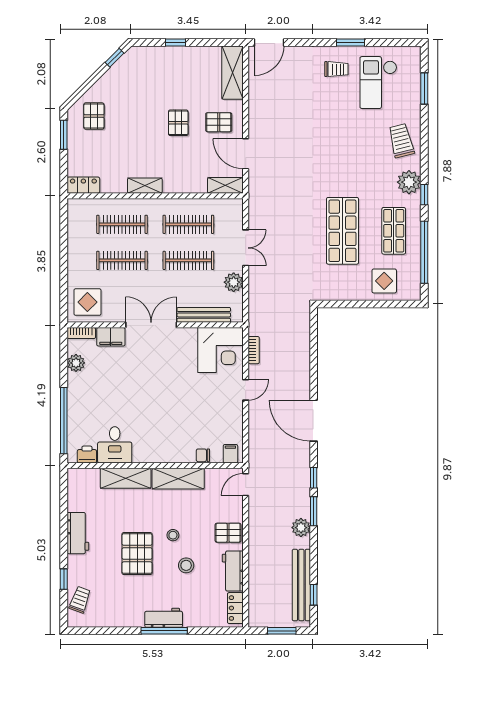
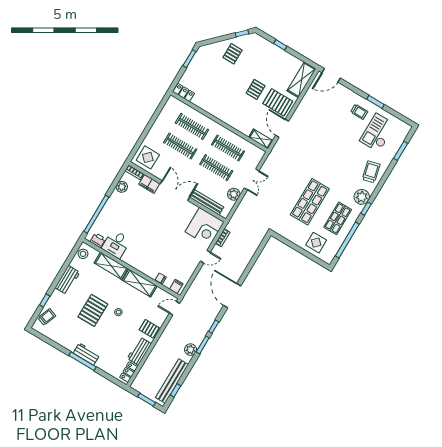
pallet: (94, 116) -> (232, 54), moved
pallet: (219, 122) -> (278, 102), width x1.50, depth x1.42
shelving: (145, 186) -> (217, 113), removed
stool: (186, 565) -> (83, 254), moved

